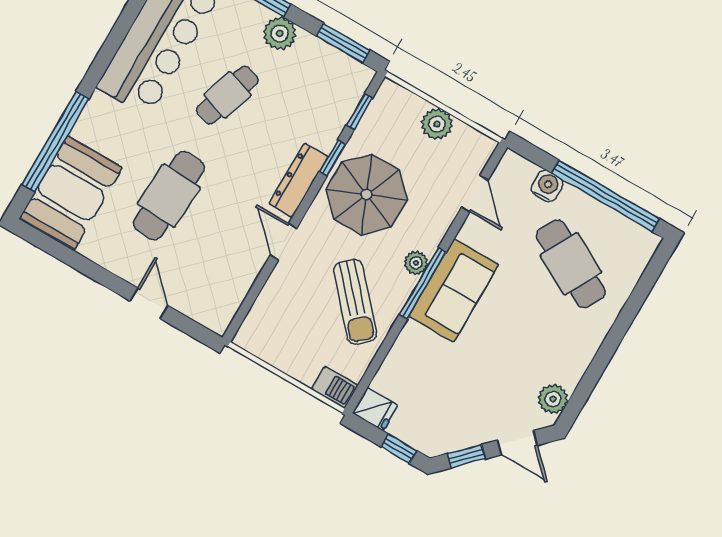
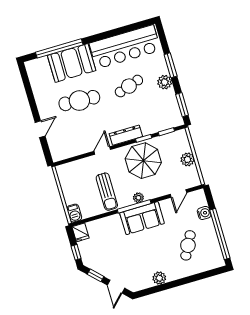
cafe table: (227, 95) -> (129, 86), turned -36
booth: (71, 193) -> (72, 63), moved
cafe table: (571, 264) -> (188, 245), width x0.73, depth x0.74
sun lounger: (355, 302) -> (107, 192), turned -48
plant: (553, 399) -> (159, 278), moved

